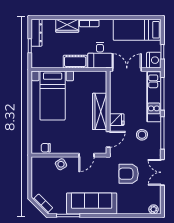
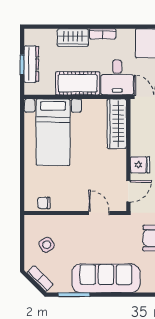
dresser: (36, 33) -> (31, 64), moved
cot: (75, 62) -> (78, 83), width x1.37, depth x1.34
wardrobe: (100, 111) -> (117, 124), moved
door: (86, 155) -> (99, 213), swing flipped
side table: (61, 164) -> (47, 245), moved

